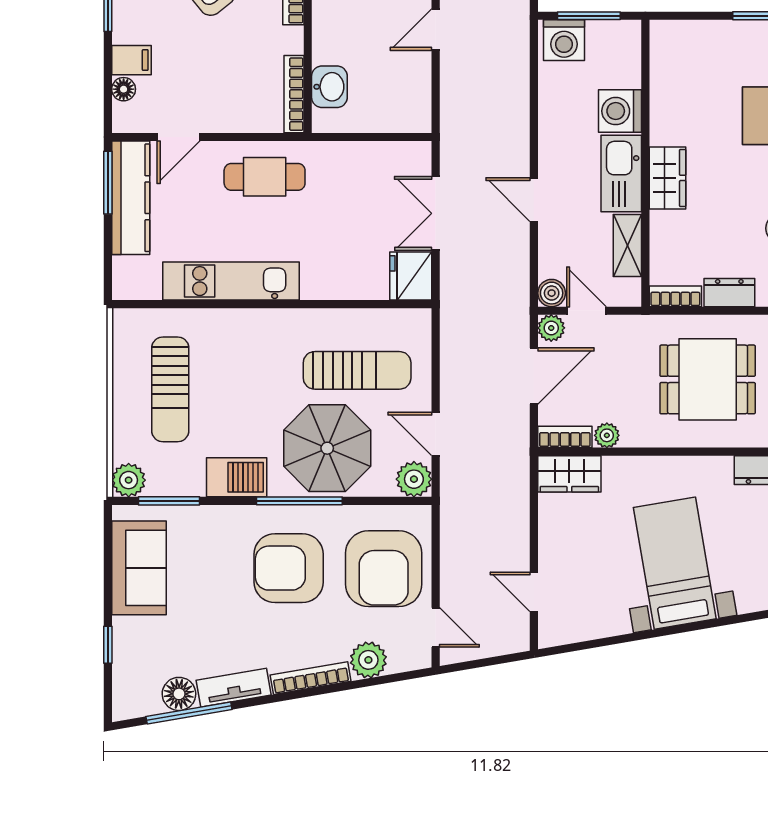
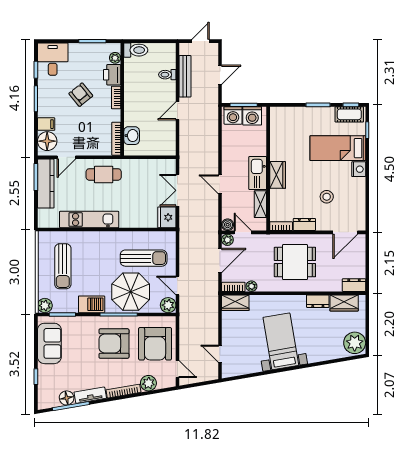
floor lamp: (124, 89) -> (47, 141), width x1.89, depth x1.89
washing machine: (620, 111) -> (252, 116), moved, turned -90

